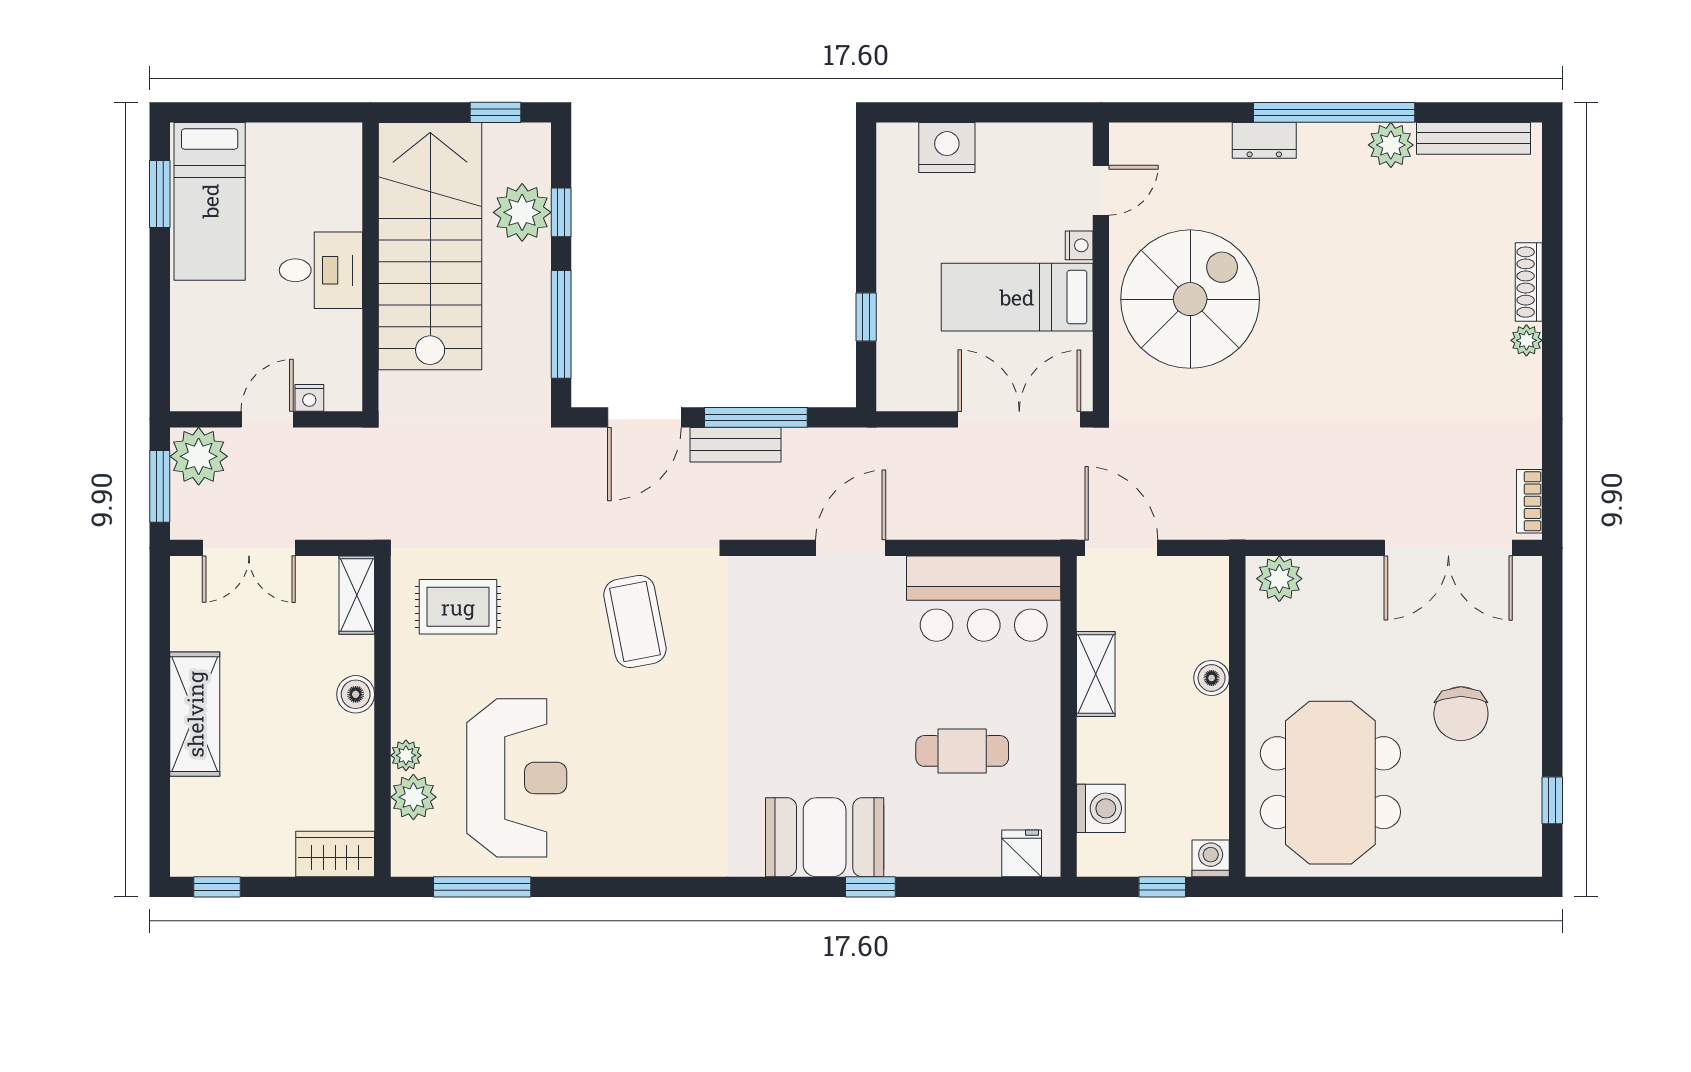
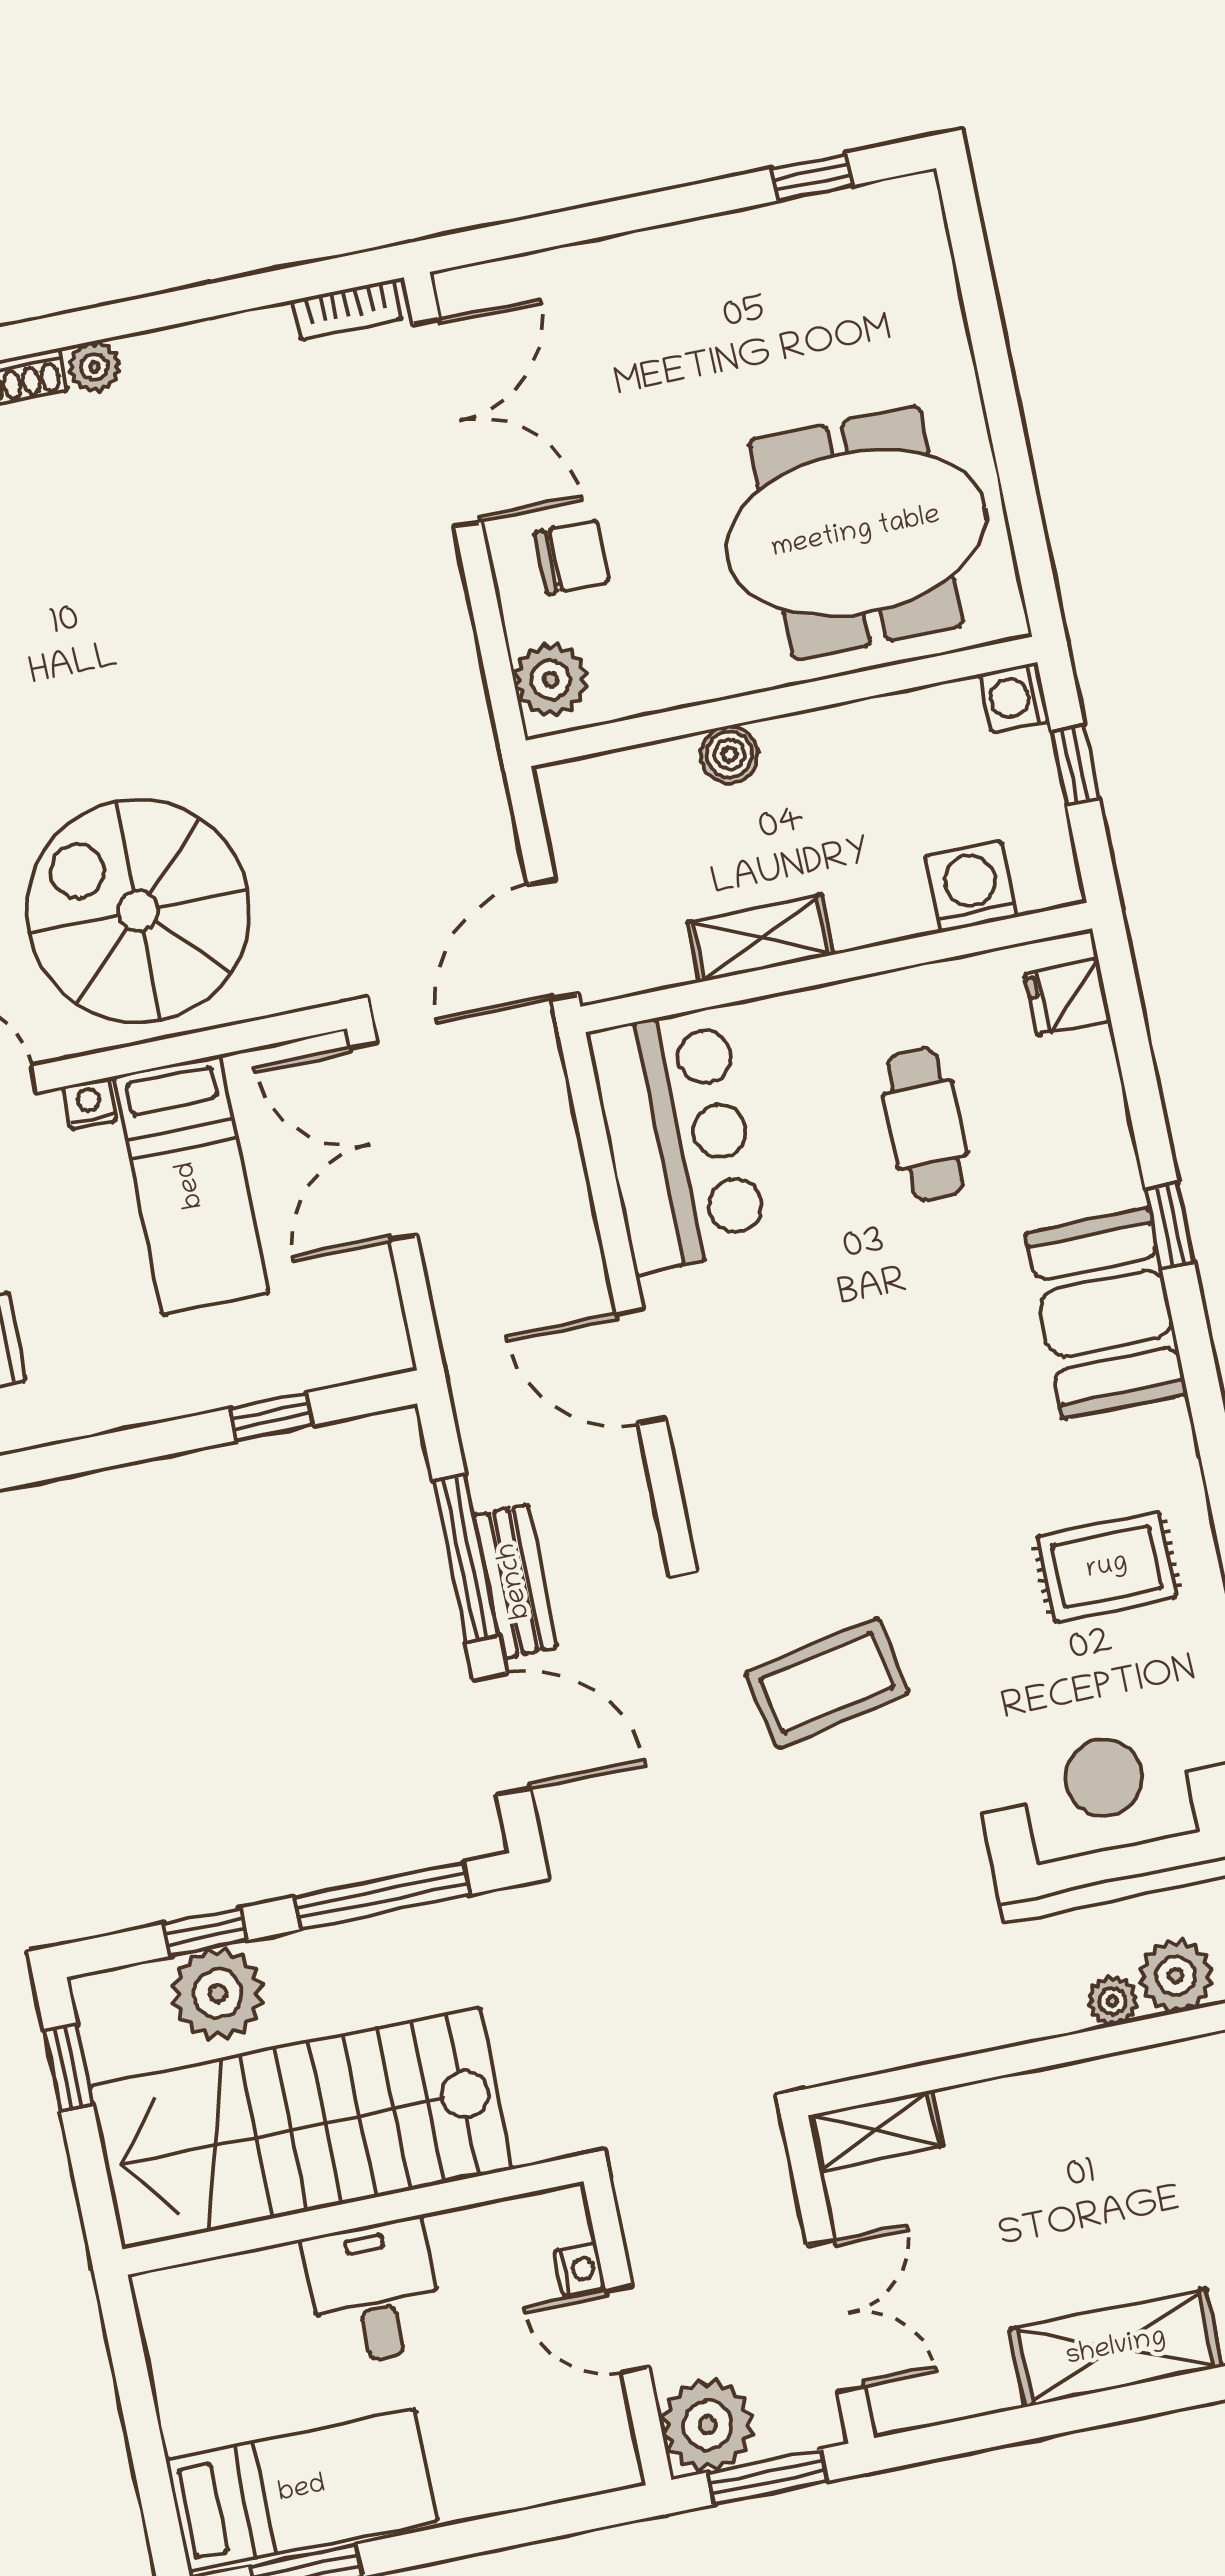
rug: (458, 607) -> (1107, 1567), moved, turned 90
boiler: (356, 694) -> (1032, 2100), removed
chair: (1461, 714) -> (572, 557), moved, width x0.73, depth x0.73

